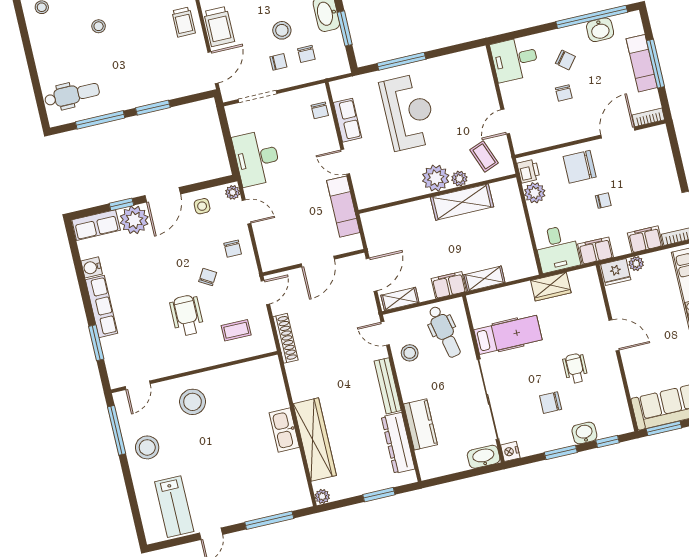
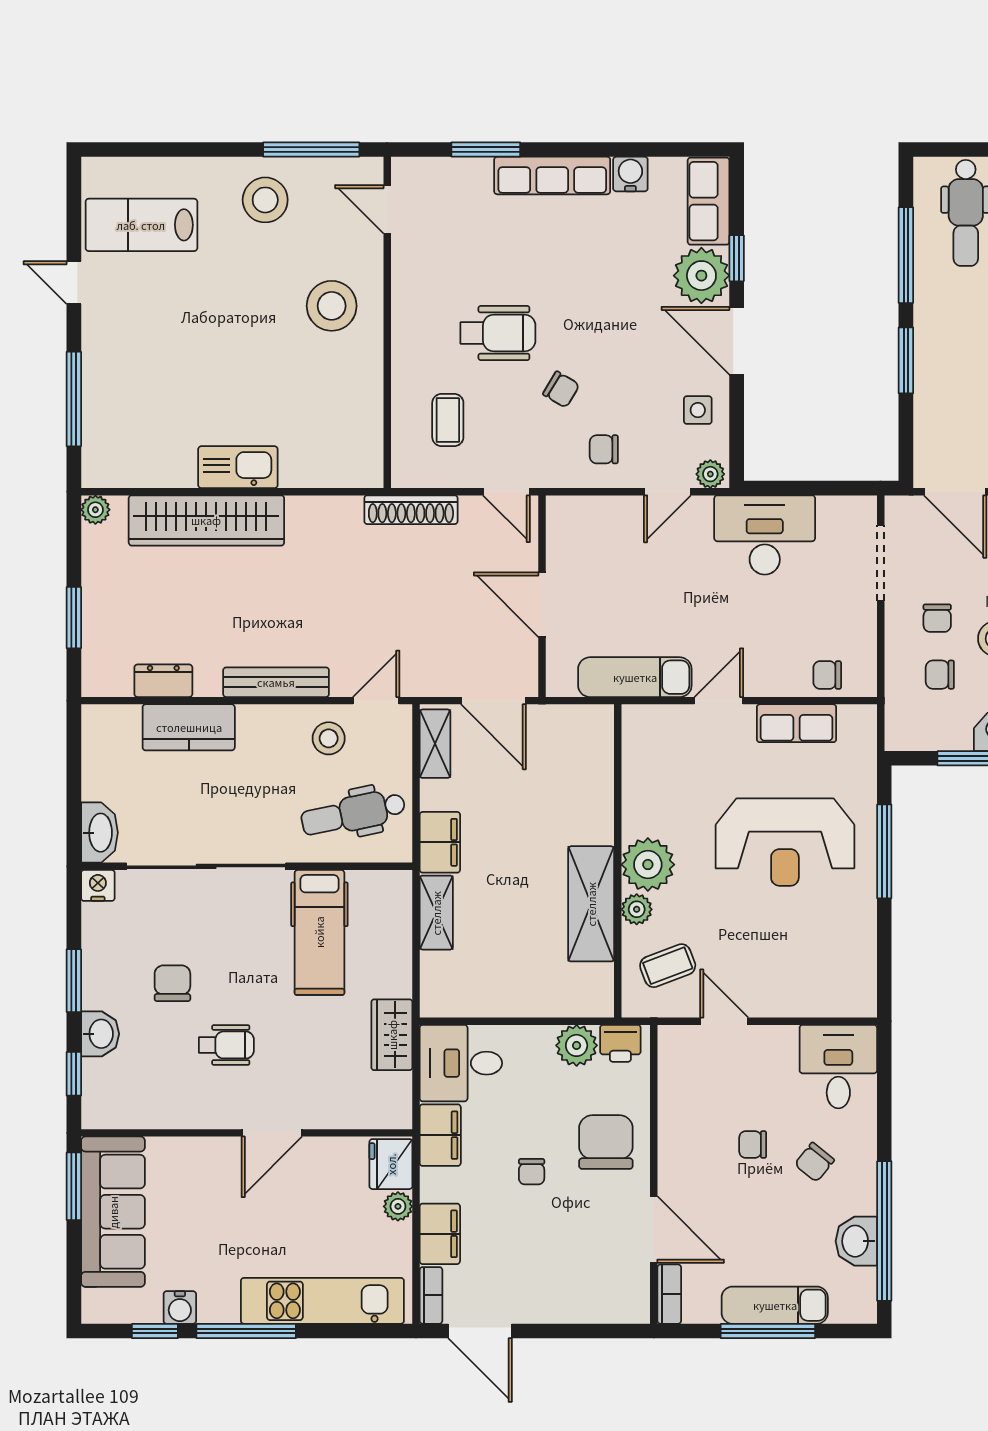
dresser: (398, 443) -> (163, 681), width x0.51, depth x0.80

